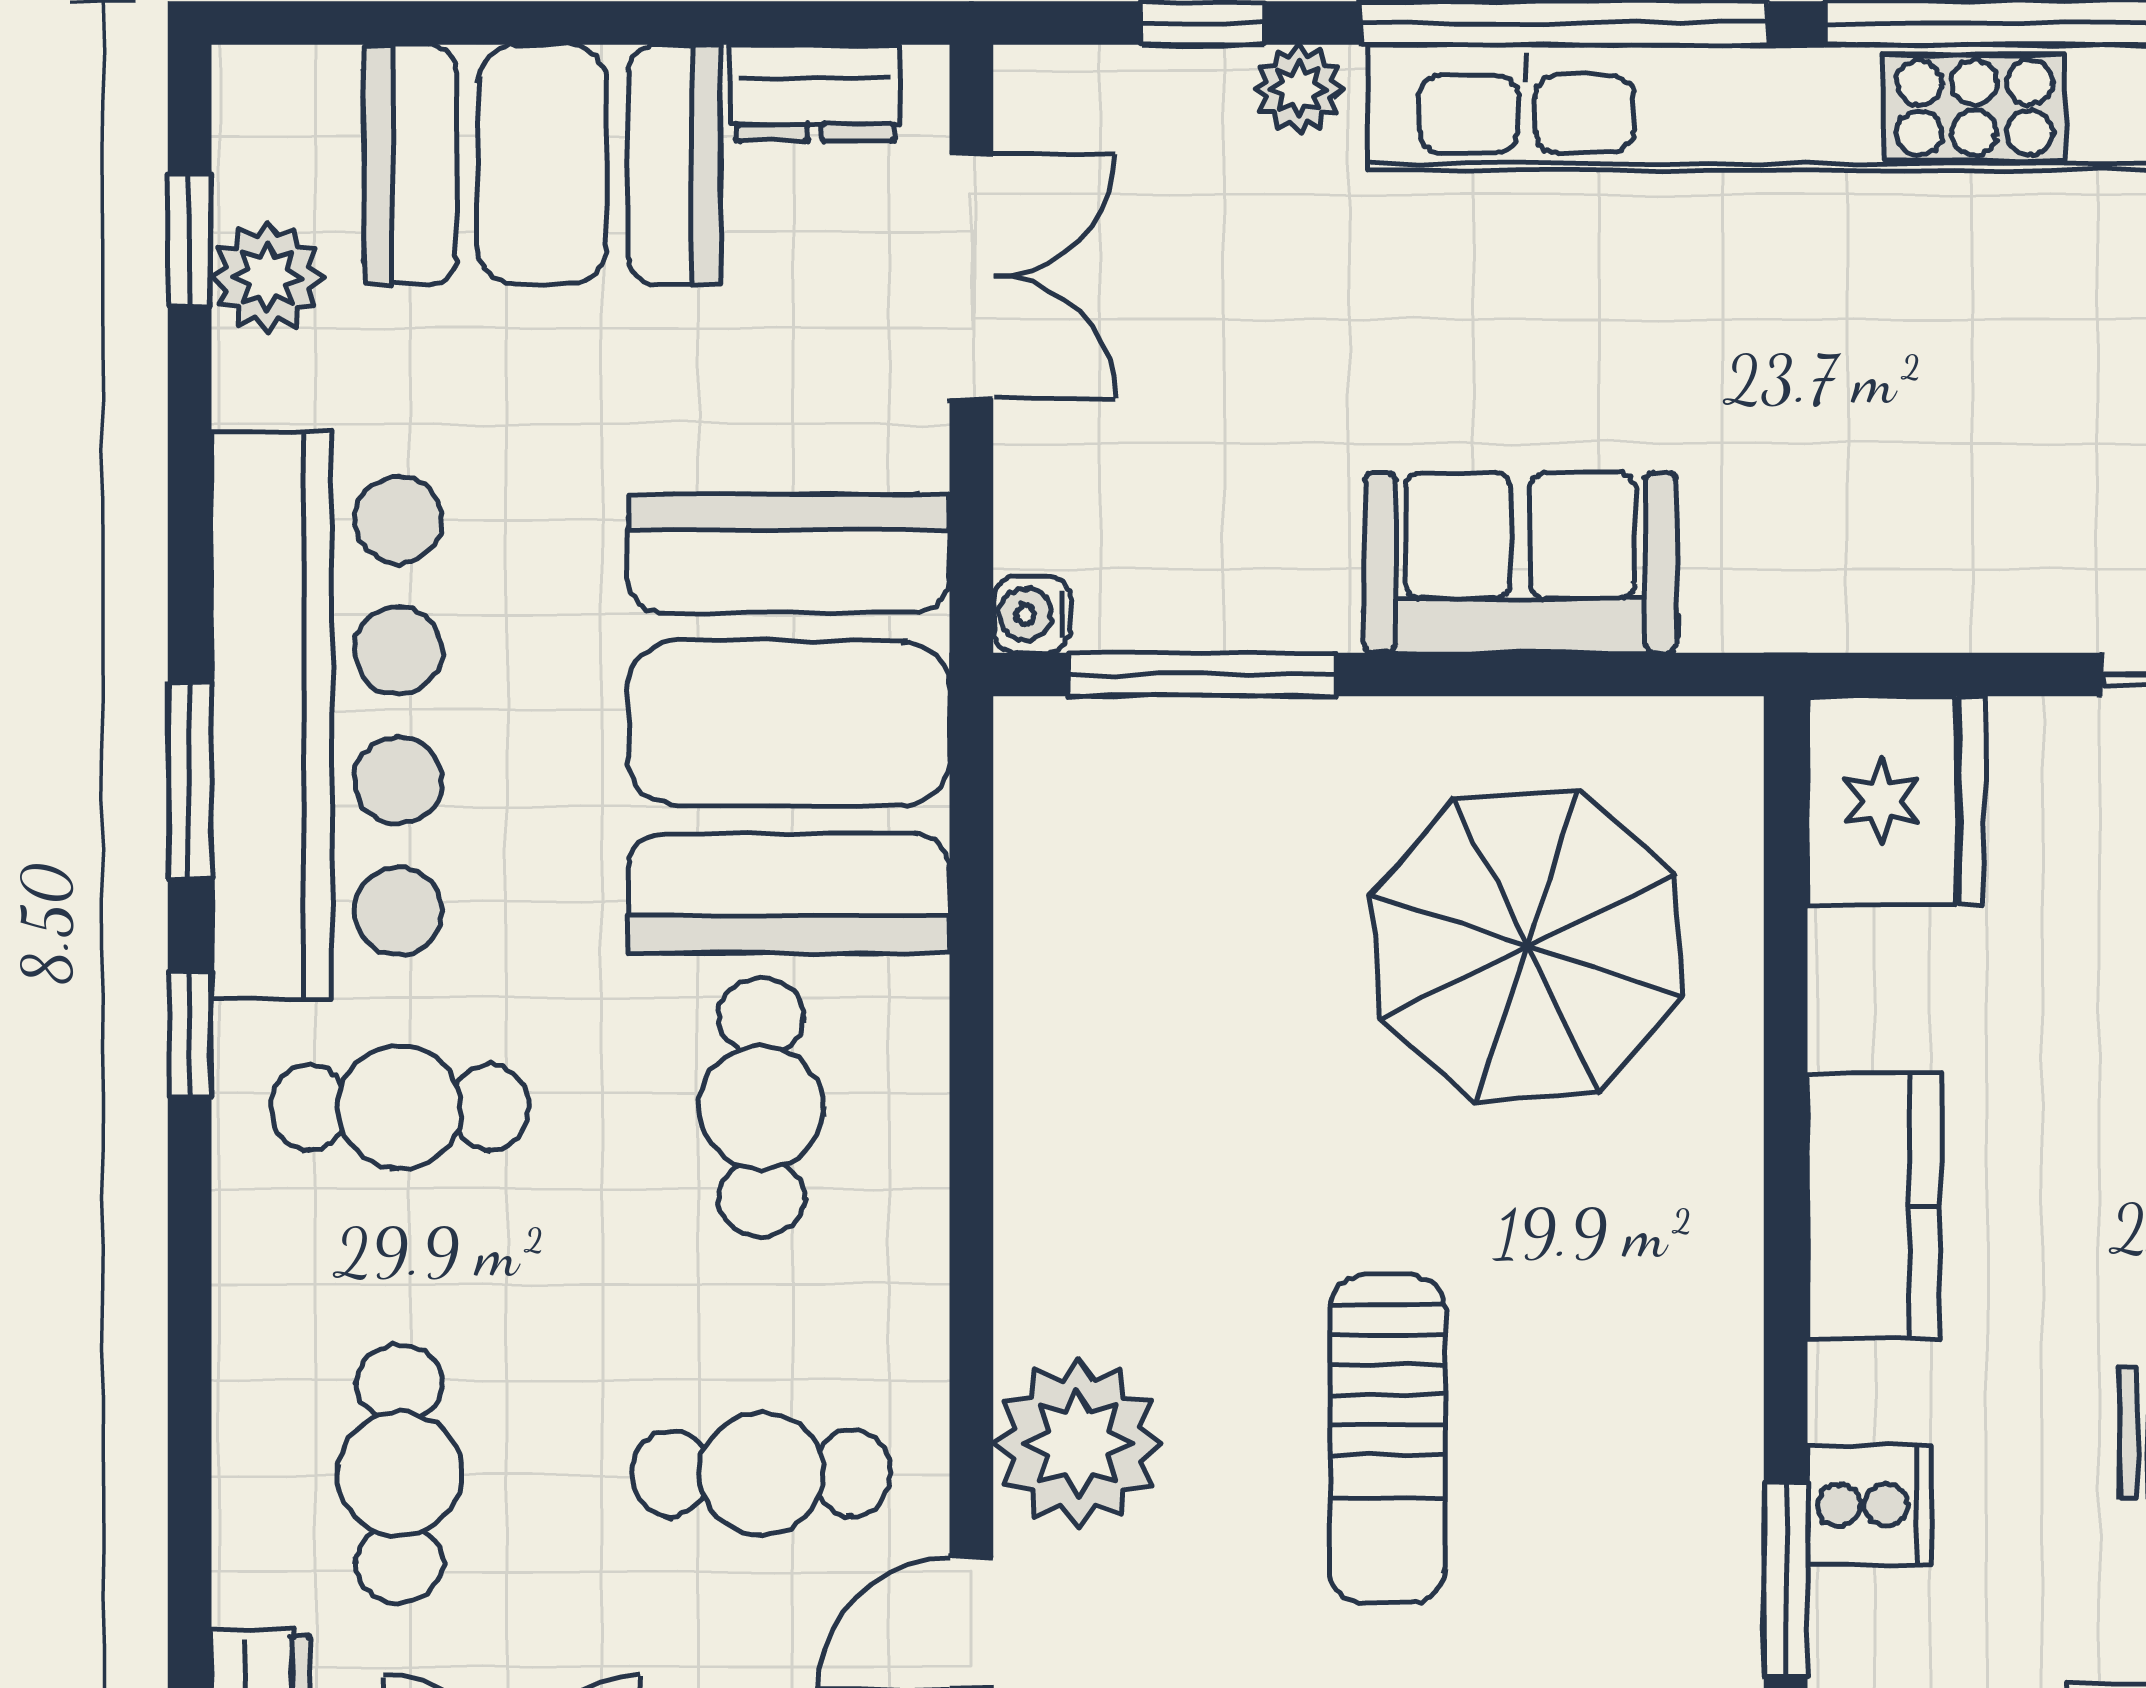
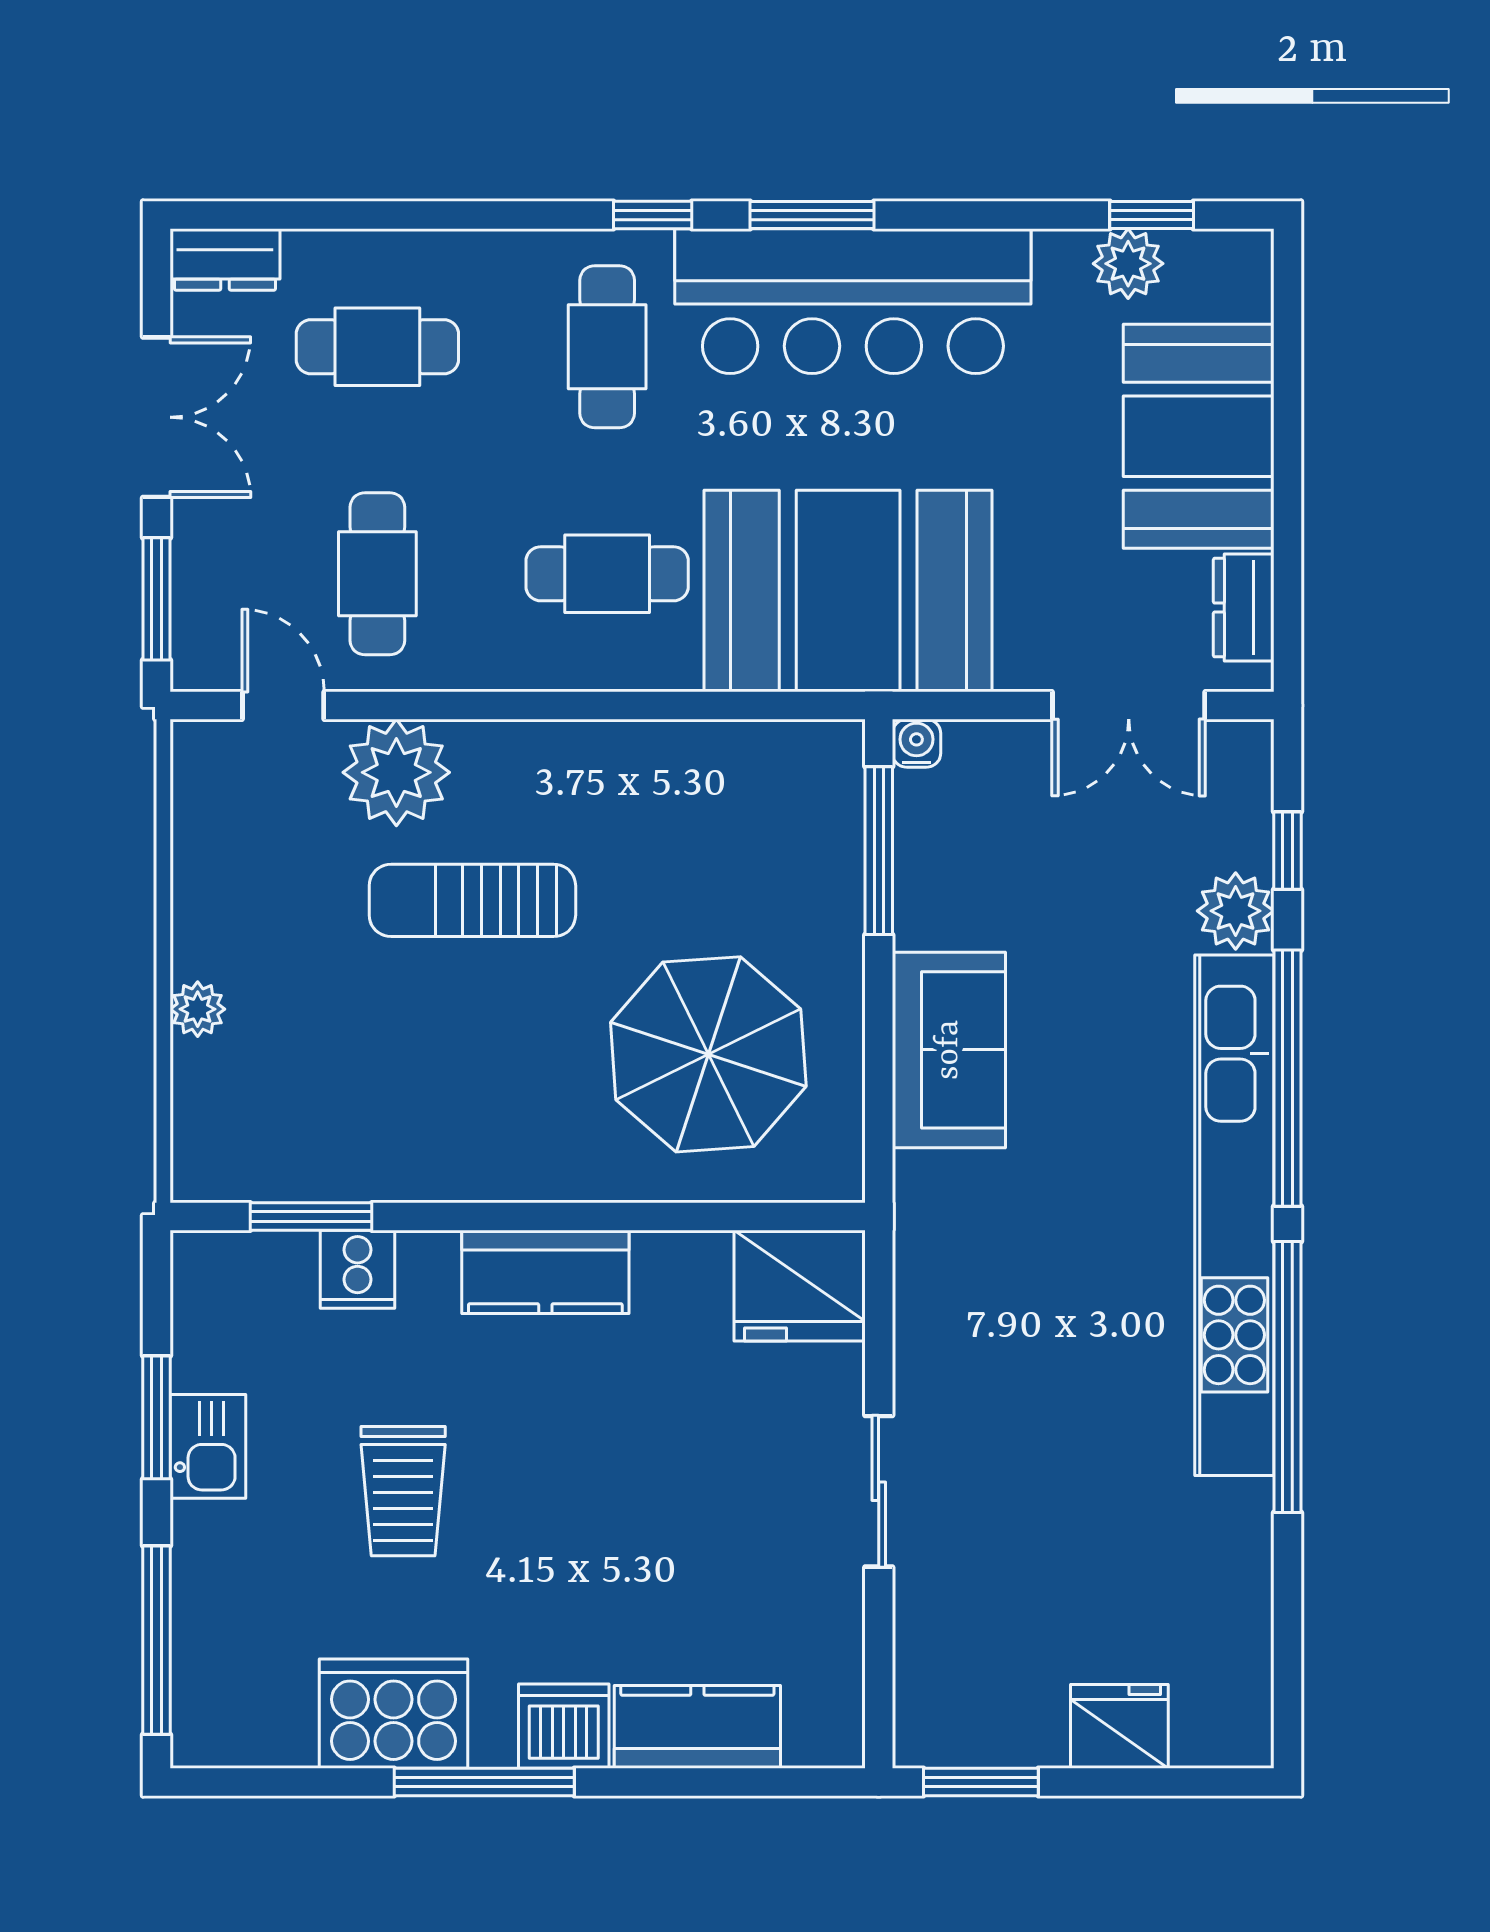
plant: (1299, 89) -> (1236, 911), width x1.38, depth x1.38
sun lounger: (1388, 1439) -> (472, 900), moved

